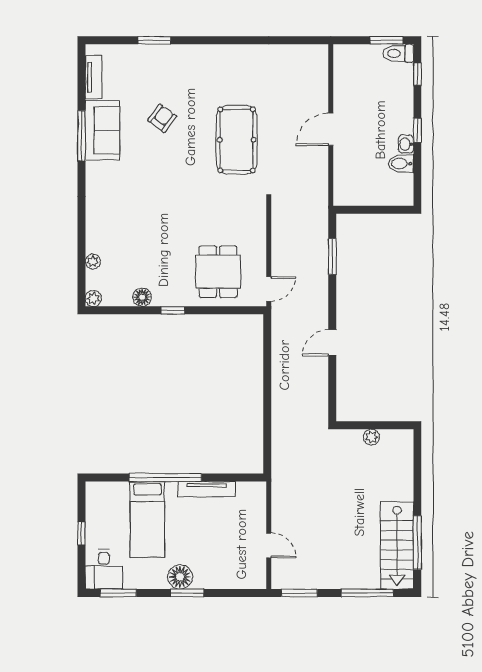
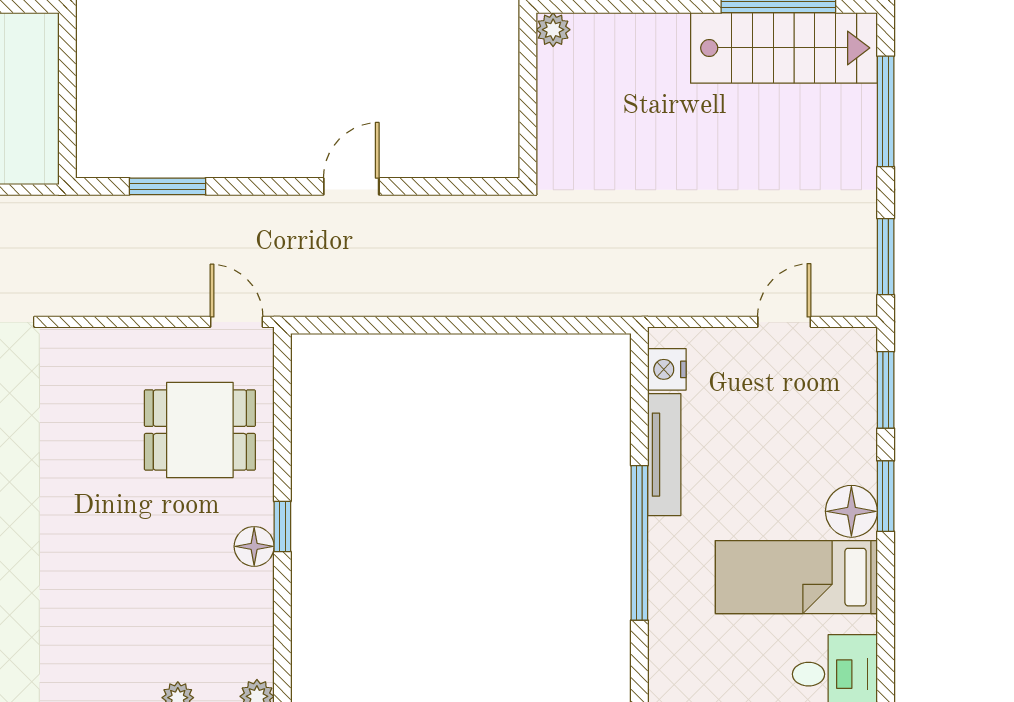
floor lamp: (142, 297) -> (254, 546), moved
door: (332, 343) -> (351, 186), swing flipped
plant: (371, 437) -> (553, 30), moved
nightstand: (246, 490) -> (667, 369), added
bed: (147, 519) -> (796, 577), moved, turned 180
window: (118, 593) -> (886, 390), moved

